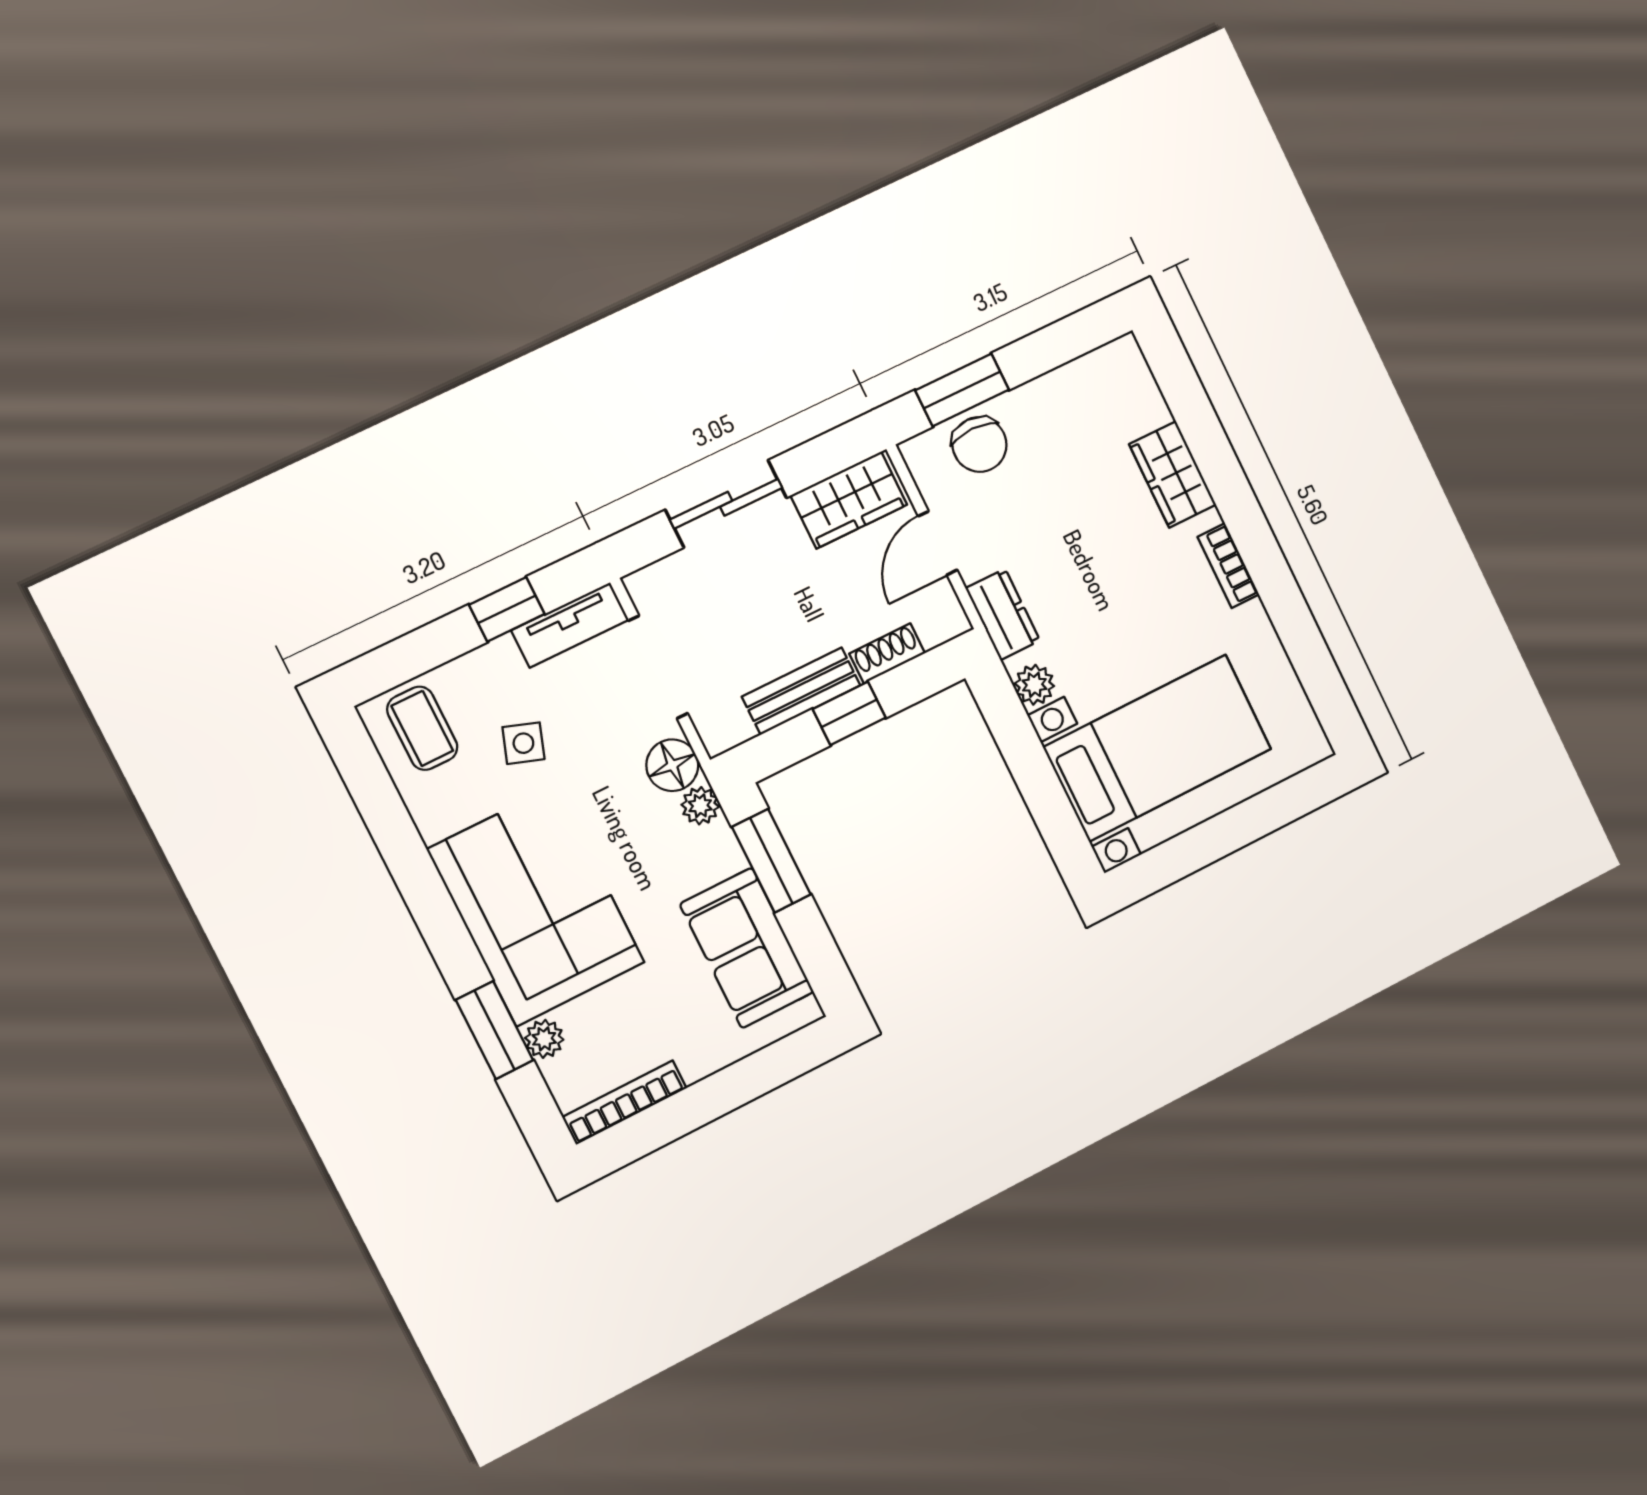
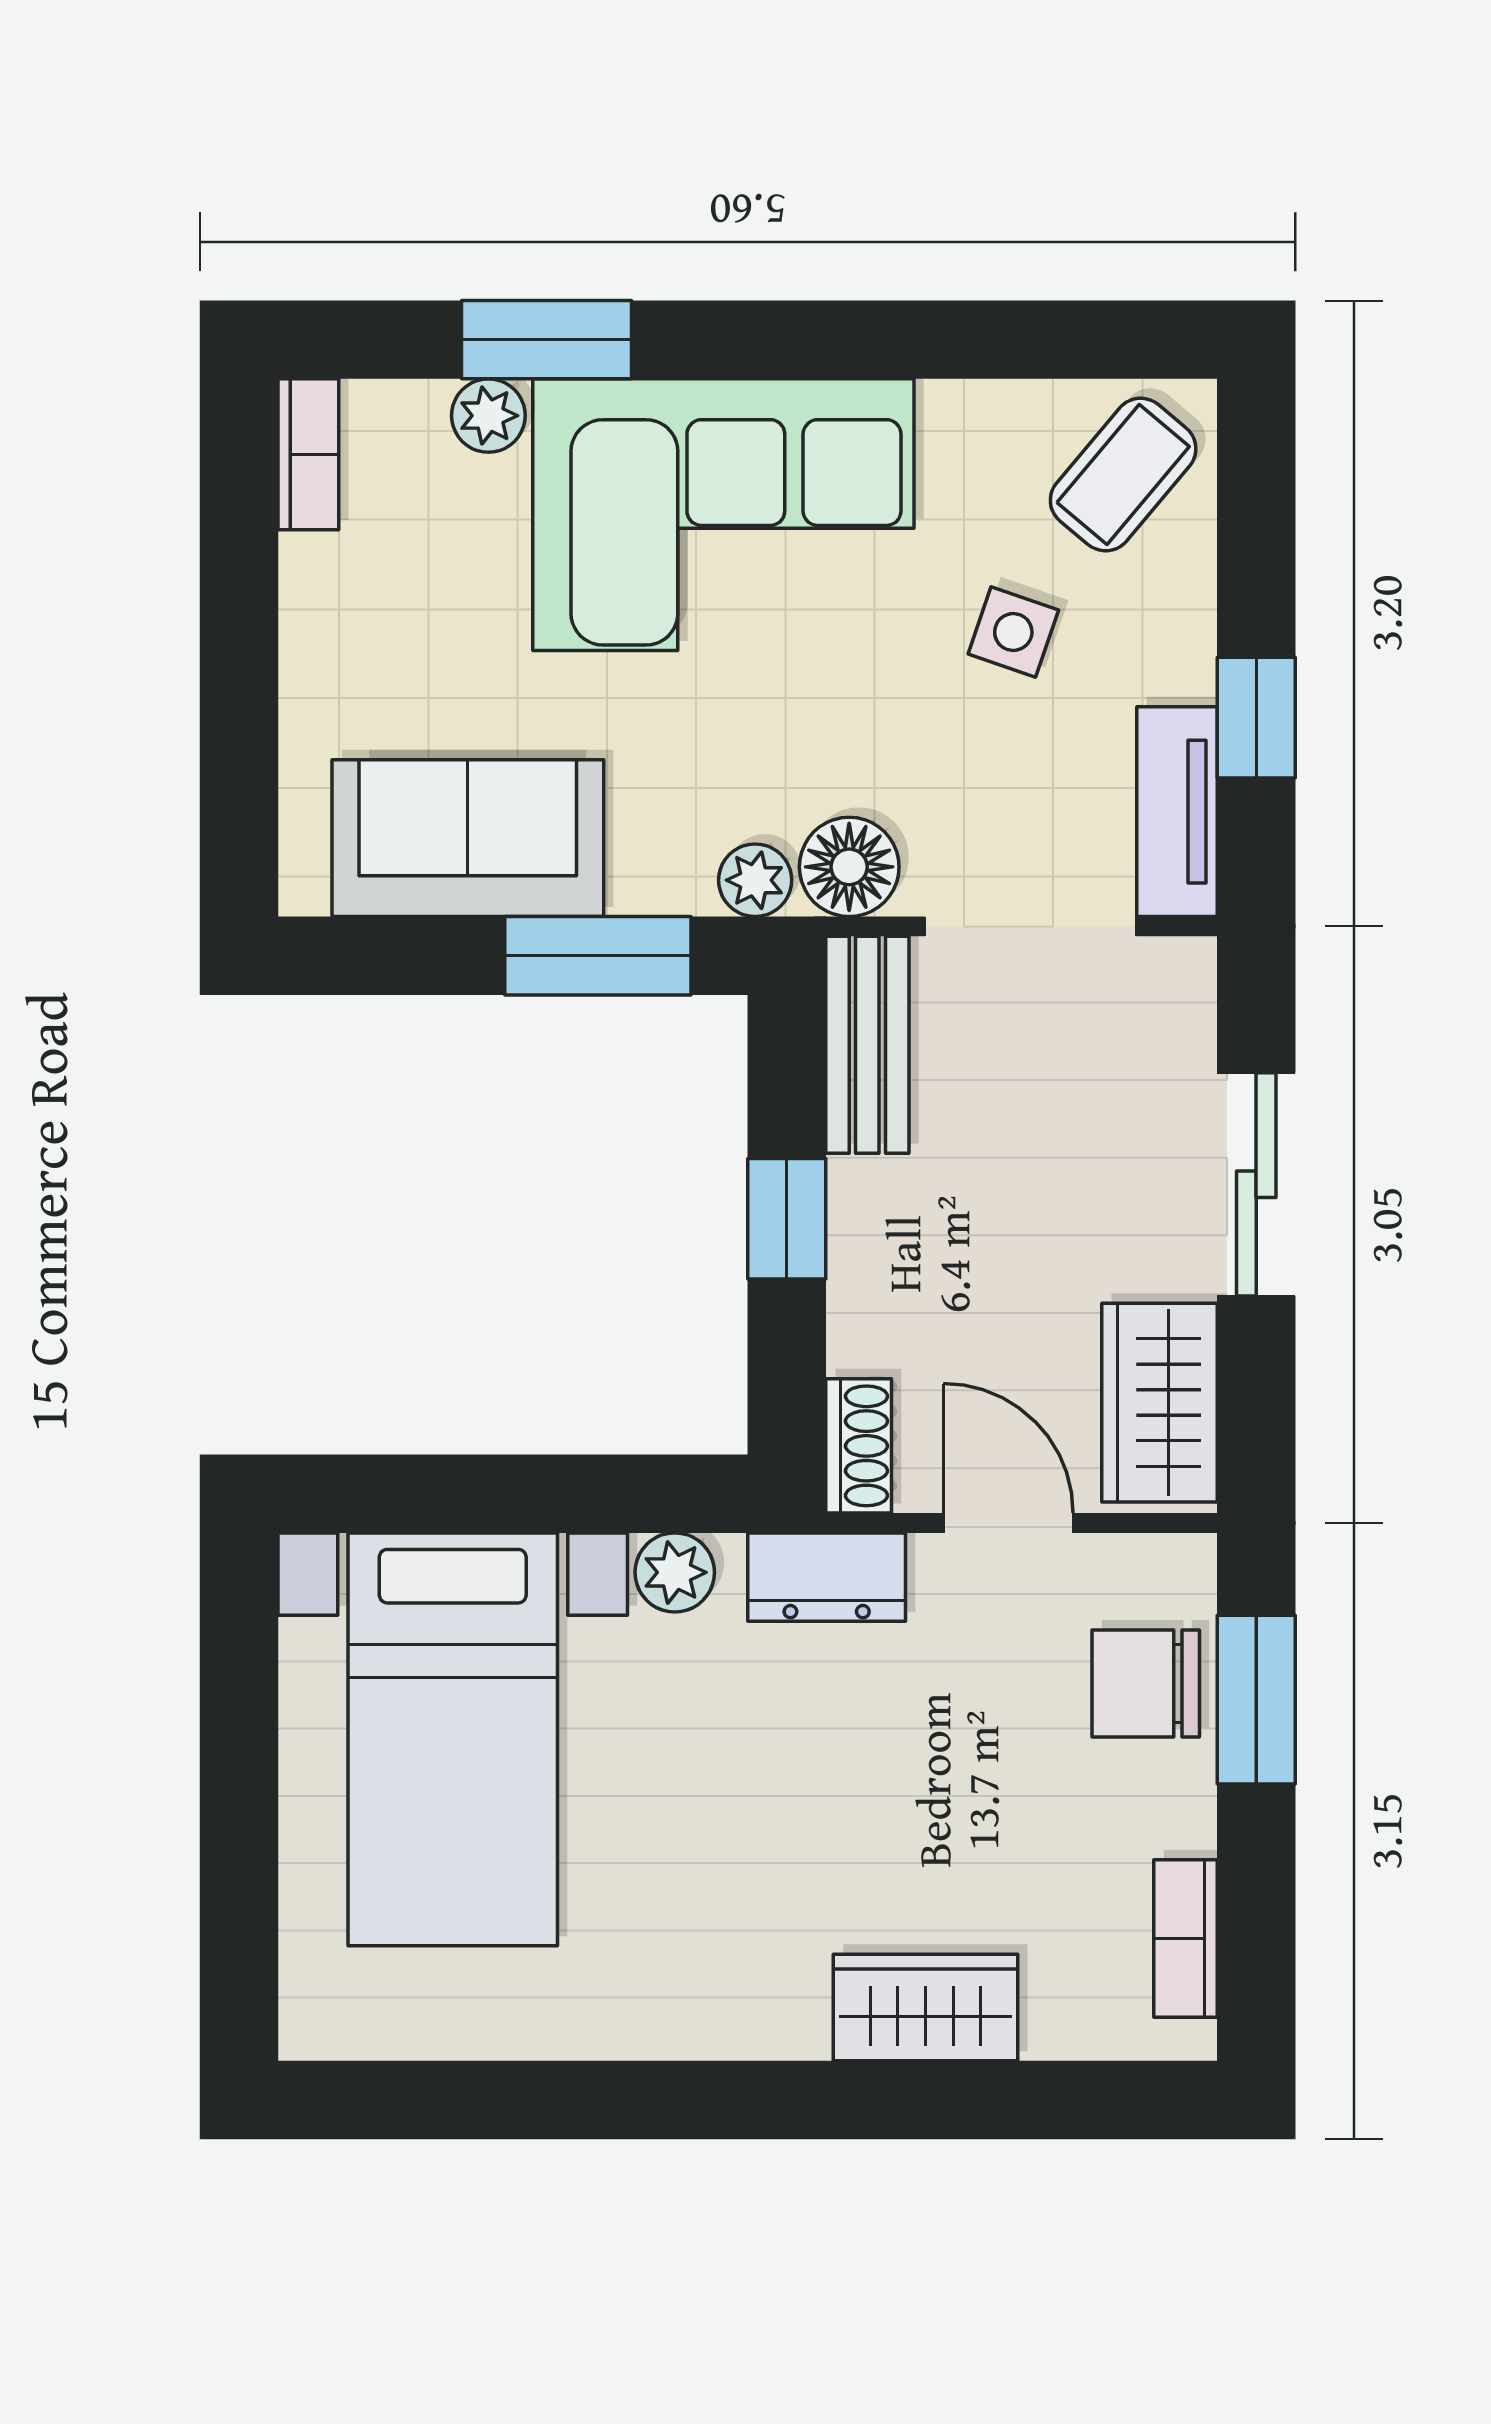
bookcase: (1228, 566) -> (1186, 1938), moved, turned -90
shoe rack: (887, 653) -> (859, 1446), moved
bench: (801, 691) -> (867, 1045), moved
coffee table: (422, 728) -> (1123, 475), turned -50
bookcase: (625, 1102) -> (308, 454), width x0.64

